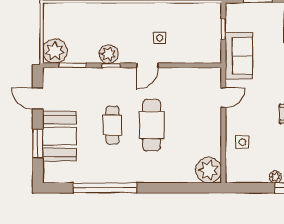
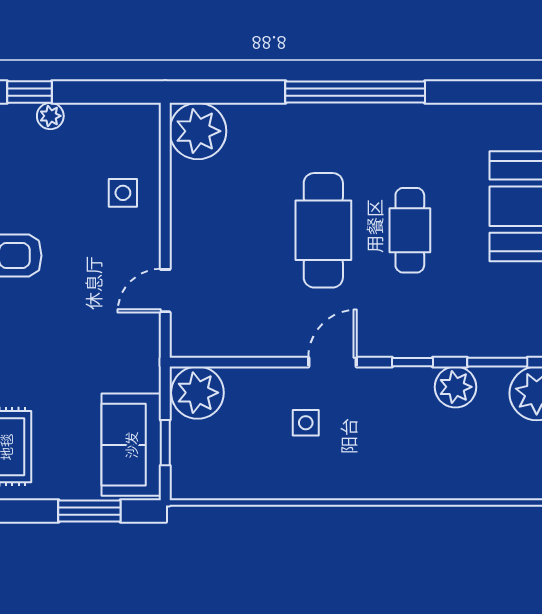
plant: (209, 51) -> (197, 393), added
plant: (109, 54) -> (455, 387), moved
sofa: (239, 56) -> (131, 445), moved
window: (105, 188) -> (355, 92), moved

